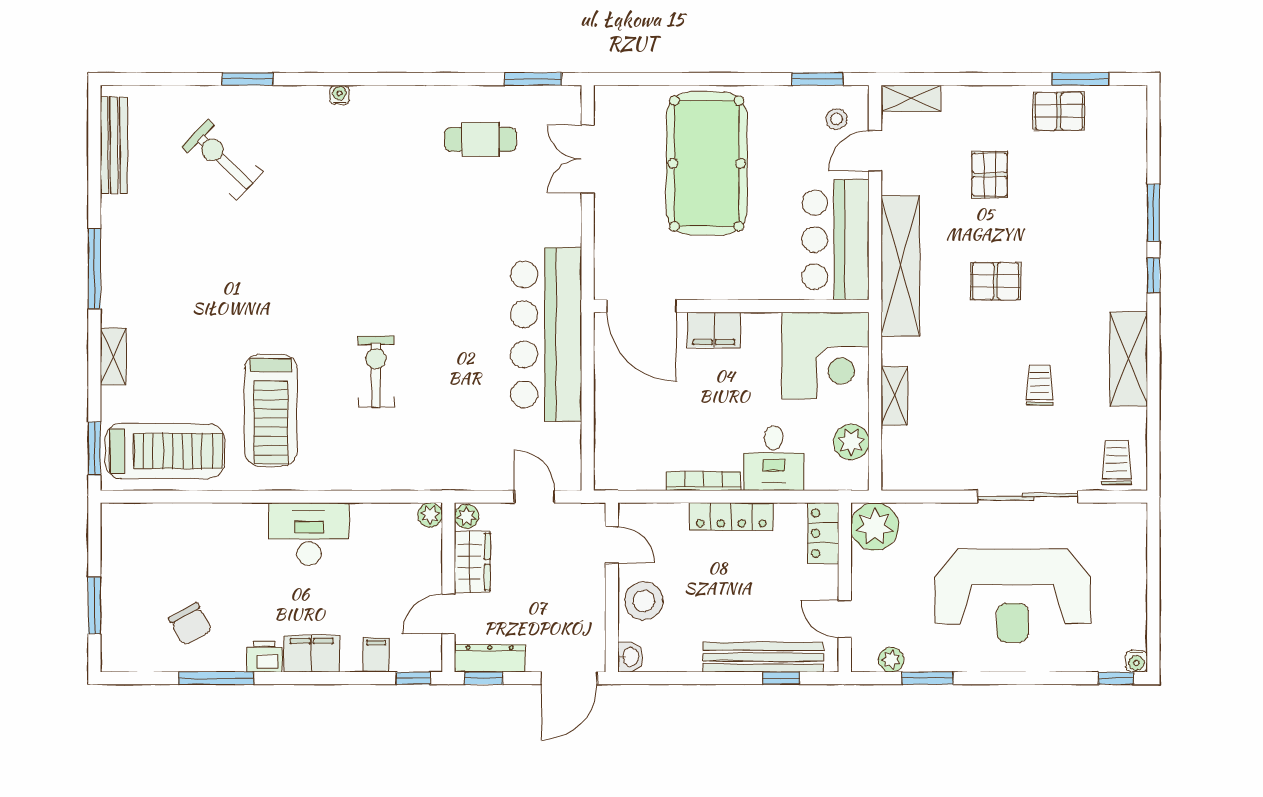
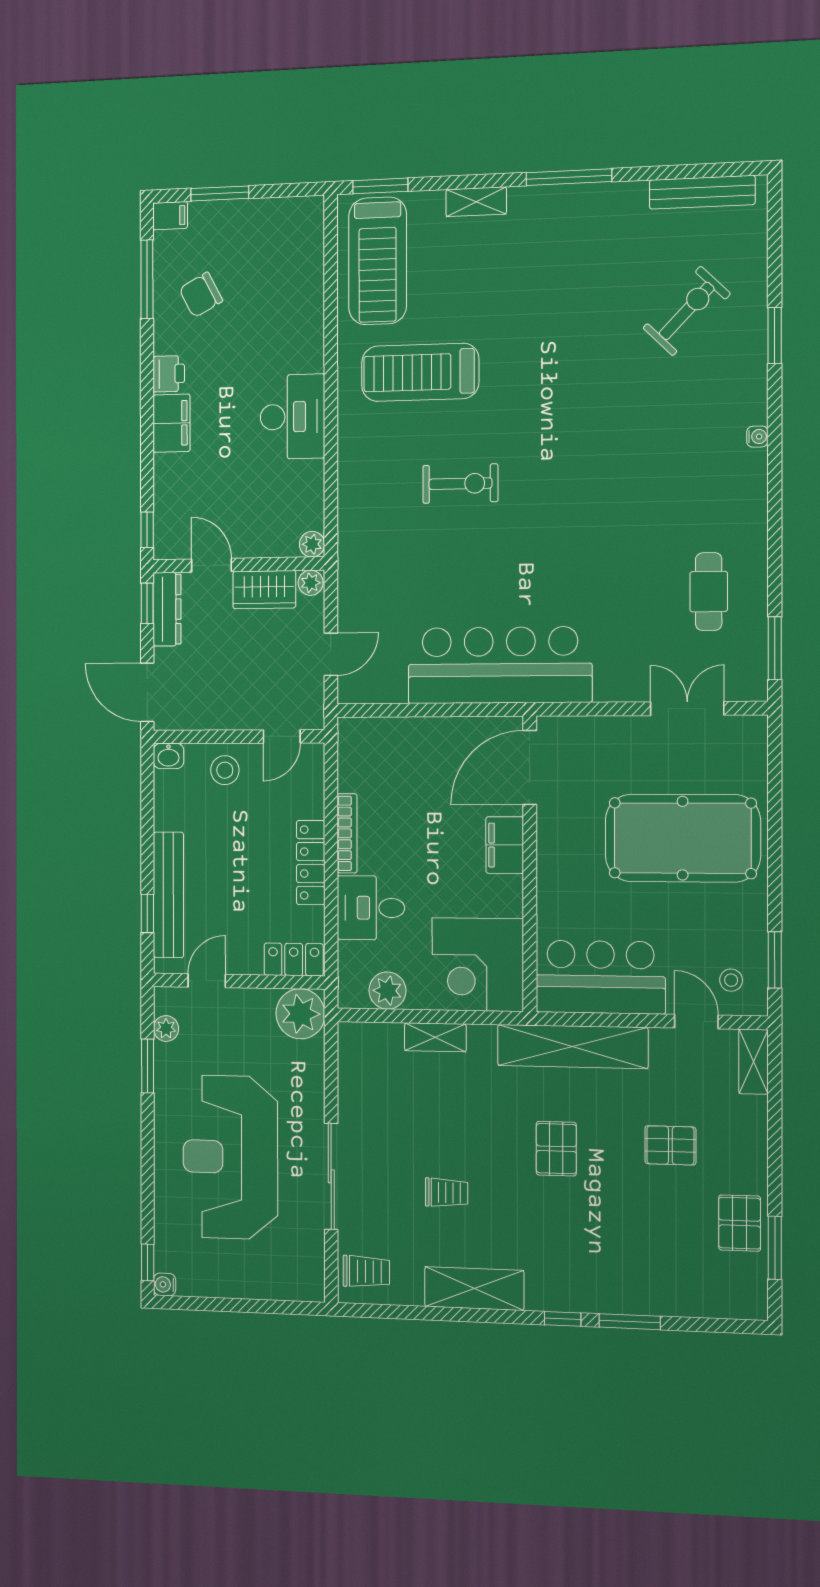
stool: (644, 601) -> (225, 770), width x0.73, depth x0.73
filing cabinet: (376, 655) -> (170, 216), moved
window: (216, 678) -> (147, 279), moved

